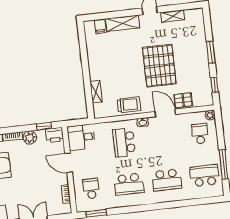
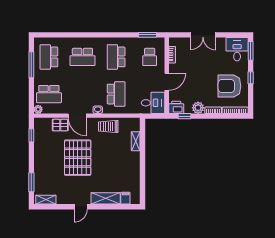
shelving: (172, 16) -> (46, 200), moved
window: (211, 52) -> (31, 182), moved
school desk: (200, 134) -> (49, 94), width x1.85
door: (69, 163) -> (167, 82), hinge flipped
school desk: (205, 176) -> (49, 57), turned 90
school desk: (167, 180) -> (82, 57), turned 180
school desk: (129, 184) -> (116, 57), turned -90

